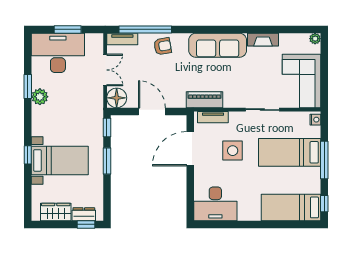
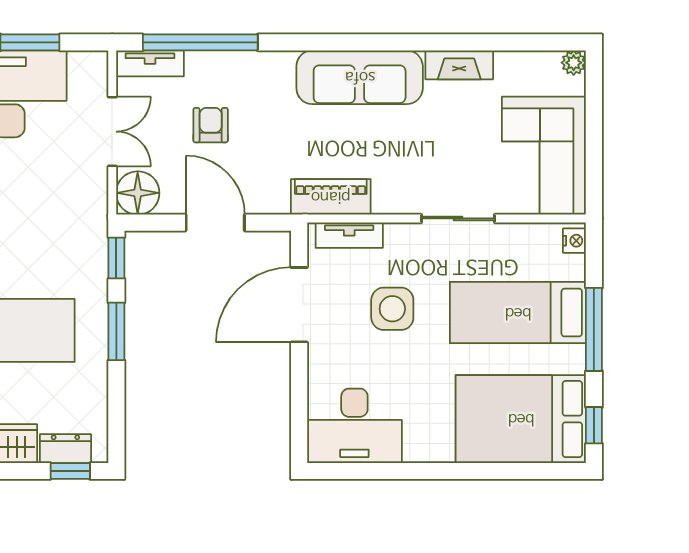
armchair: (163, 46) -> (211, 125), moved, turned -80
bed: (291, 207) -> (521, 419), width x1.50

